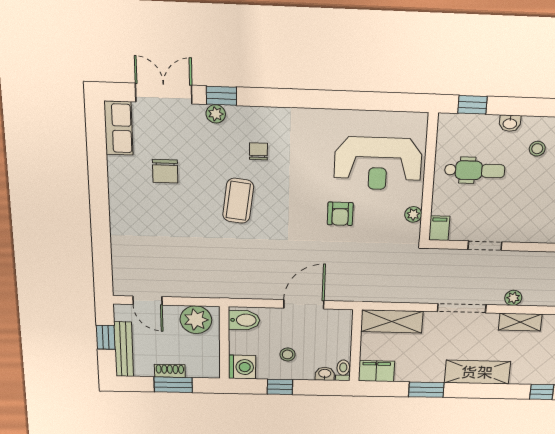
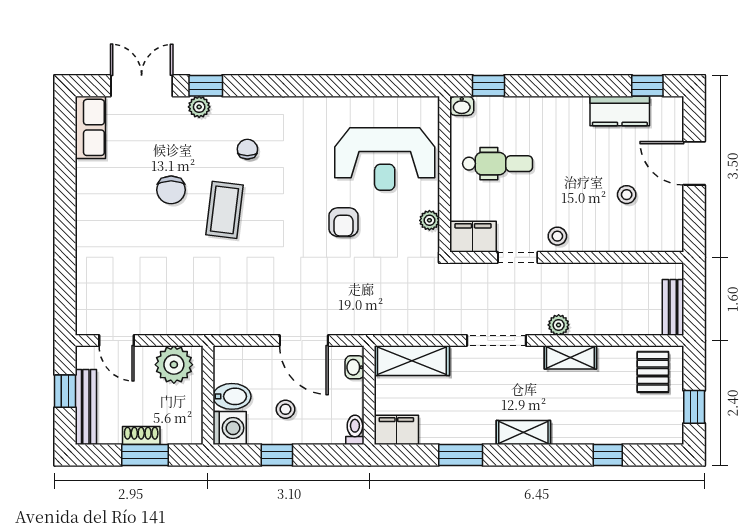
washbasin: (510, 123) -> (462, 106), moved
stool: (537, 149) -> (557, 236), moved
chair: (165, 171) -> (171, 190), moved
filing cabinet: (439, 228) -> (473, 237), width x2.00
door: (304, 304) -> (304, 341), swing flipped
bidet: (244, 320) -> (232, 396), moved
shelving: (477, 372) -> (523, 432), width x0.67, depth x0.75
washbasin: (325, 374) -> (355, 367), moved, turned -90

